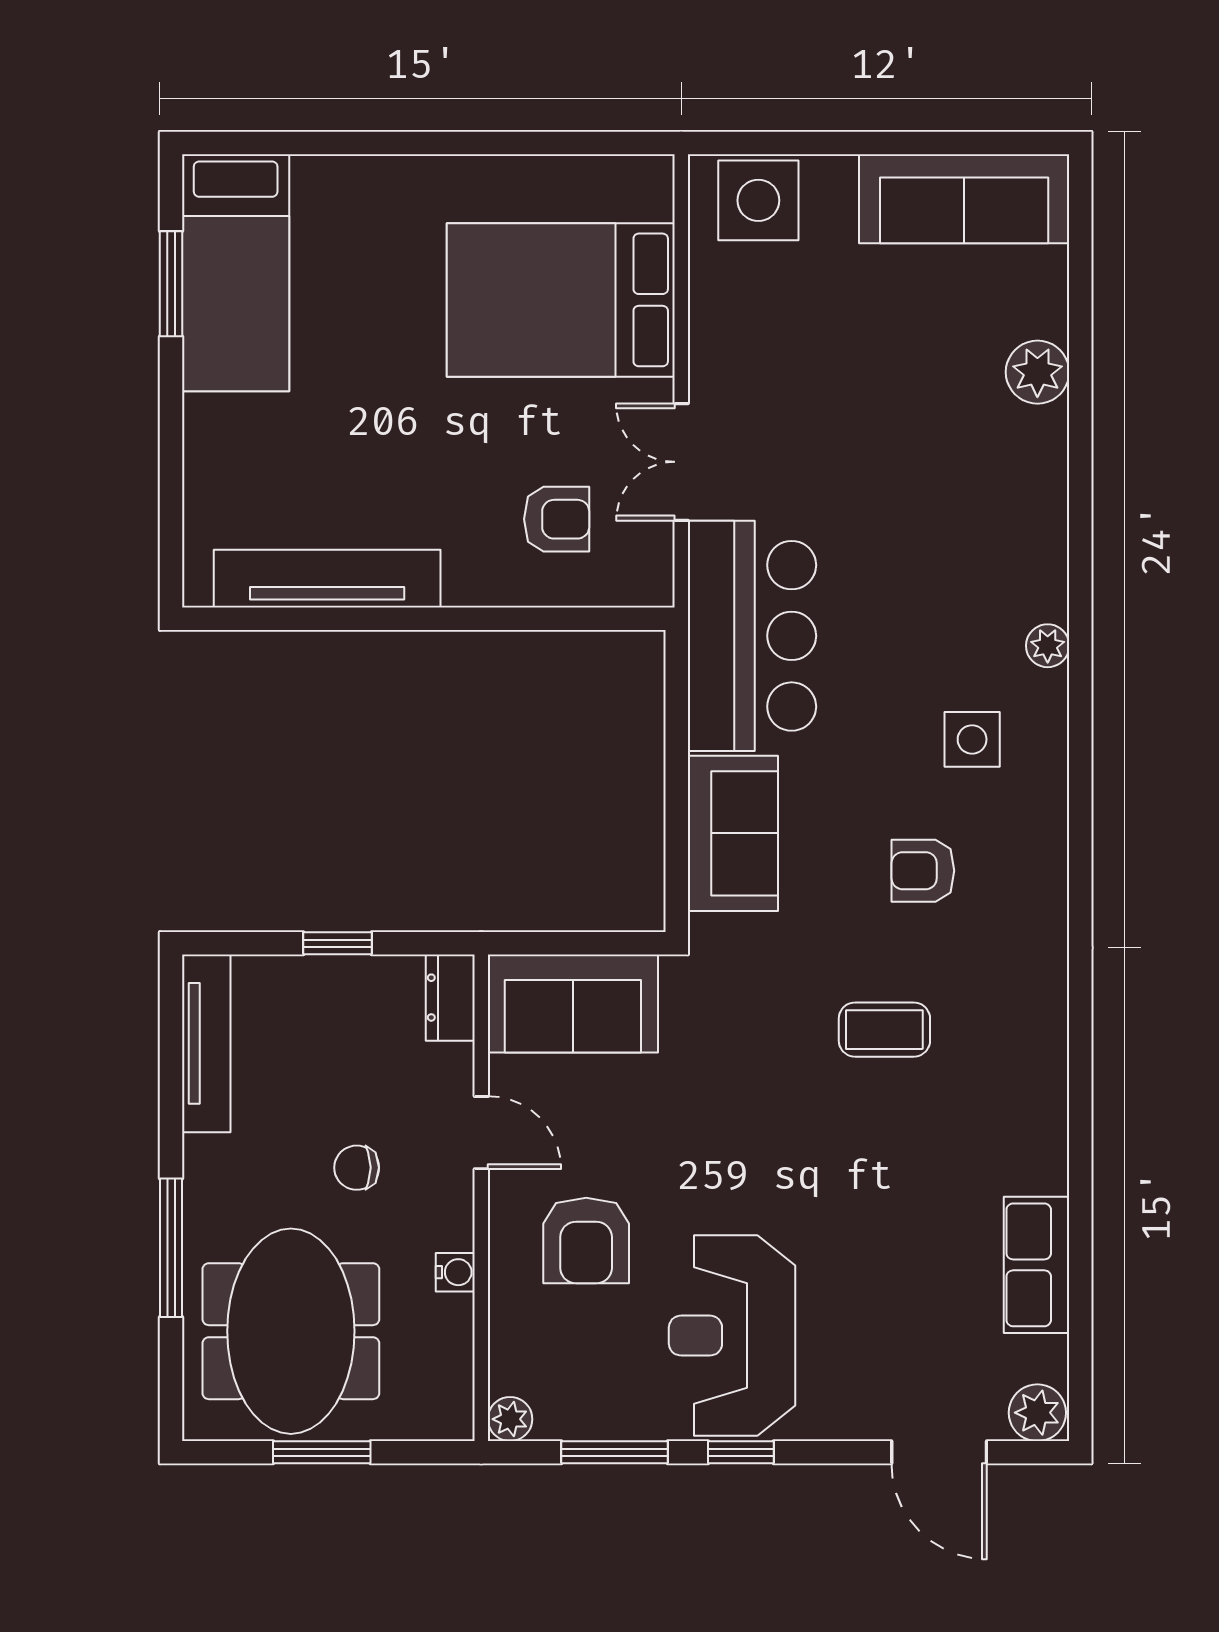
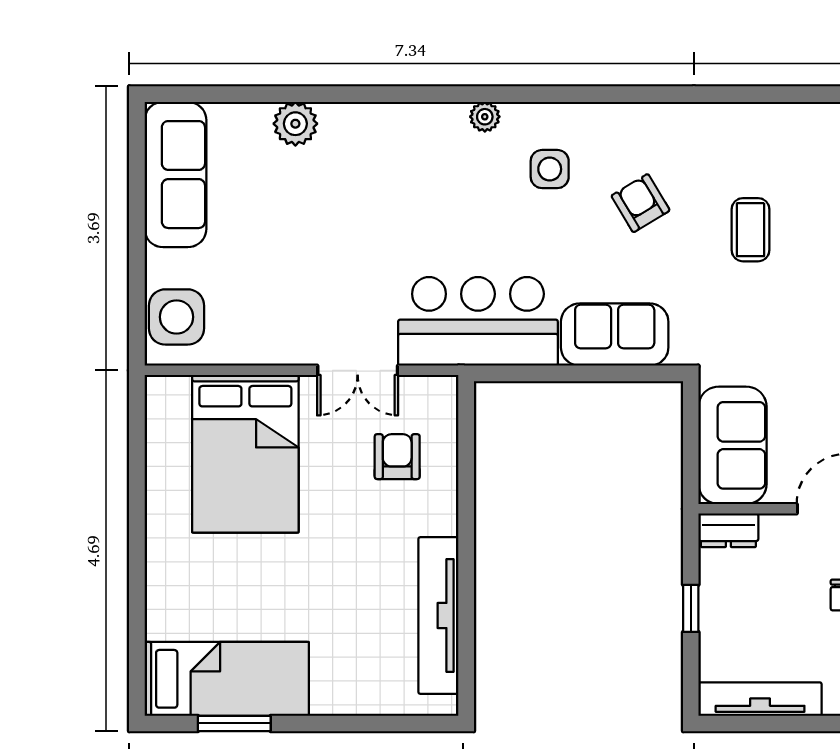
armchair: (923, 871) -> (641, 203), turned 149

